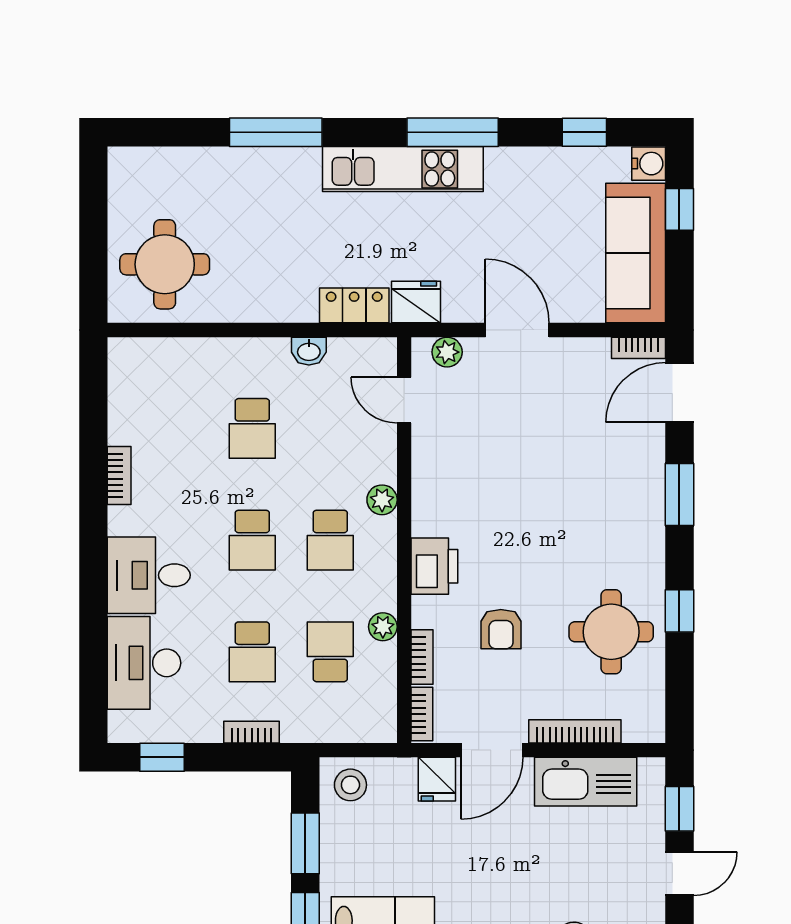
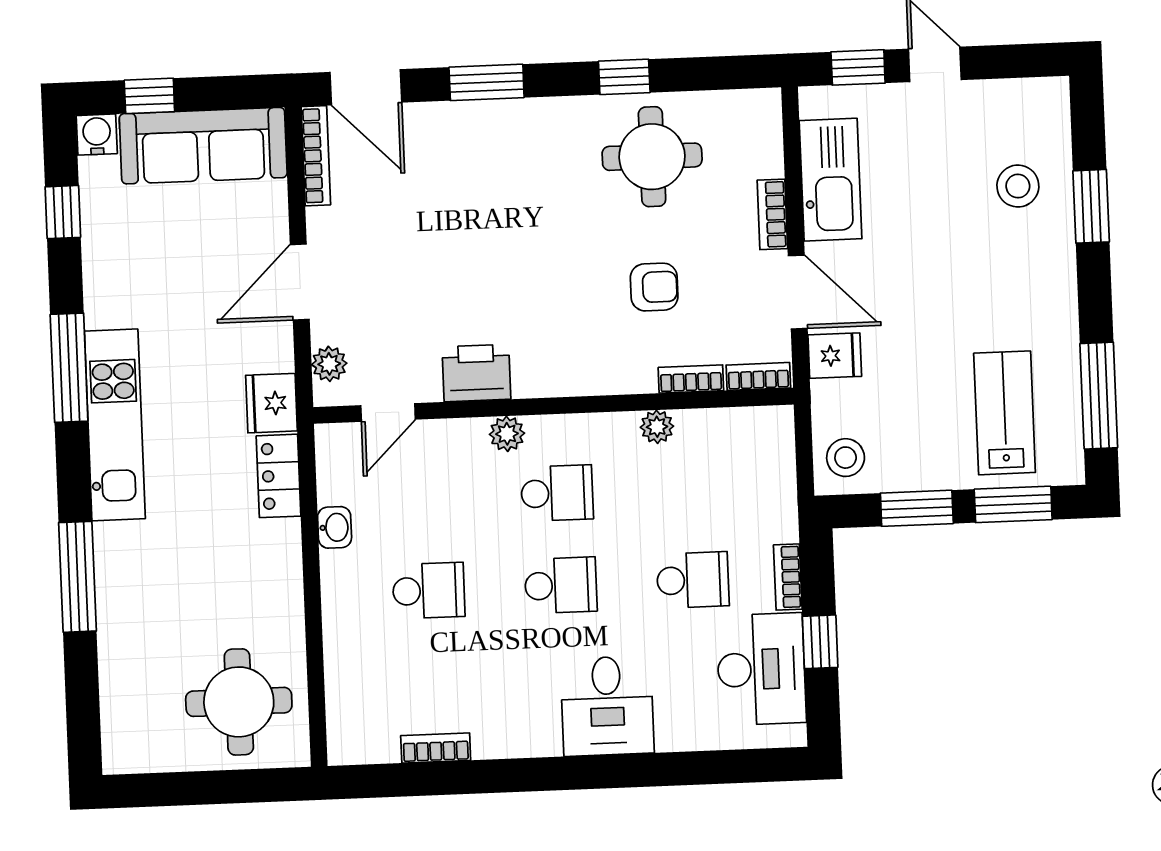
bookcase: (638, 348) -> (316, 156), width x1.56
bookcase: (119, 475) -> (436, 748), moved
printer: (434, 566) -> (476, 373), moved
school desk: (330, 652) -> (689, 488), removed
desk: (144, 663) -> (761, 669), moved, turned -90
bookcase: (575, 731) -> (772, 214), width x0.64
window: (162, 757) -> (820, 642), moved

